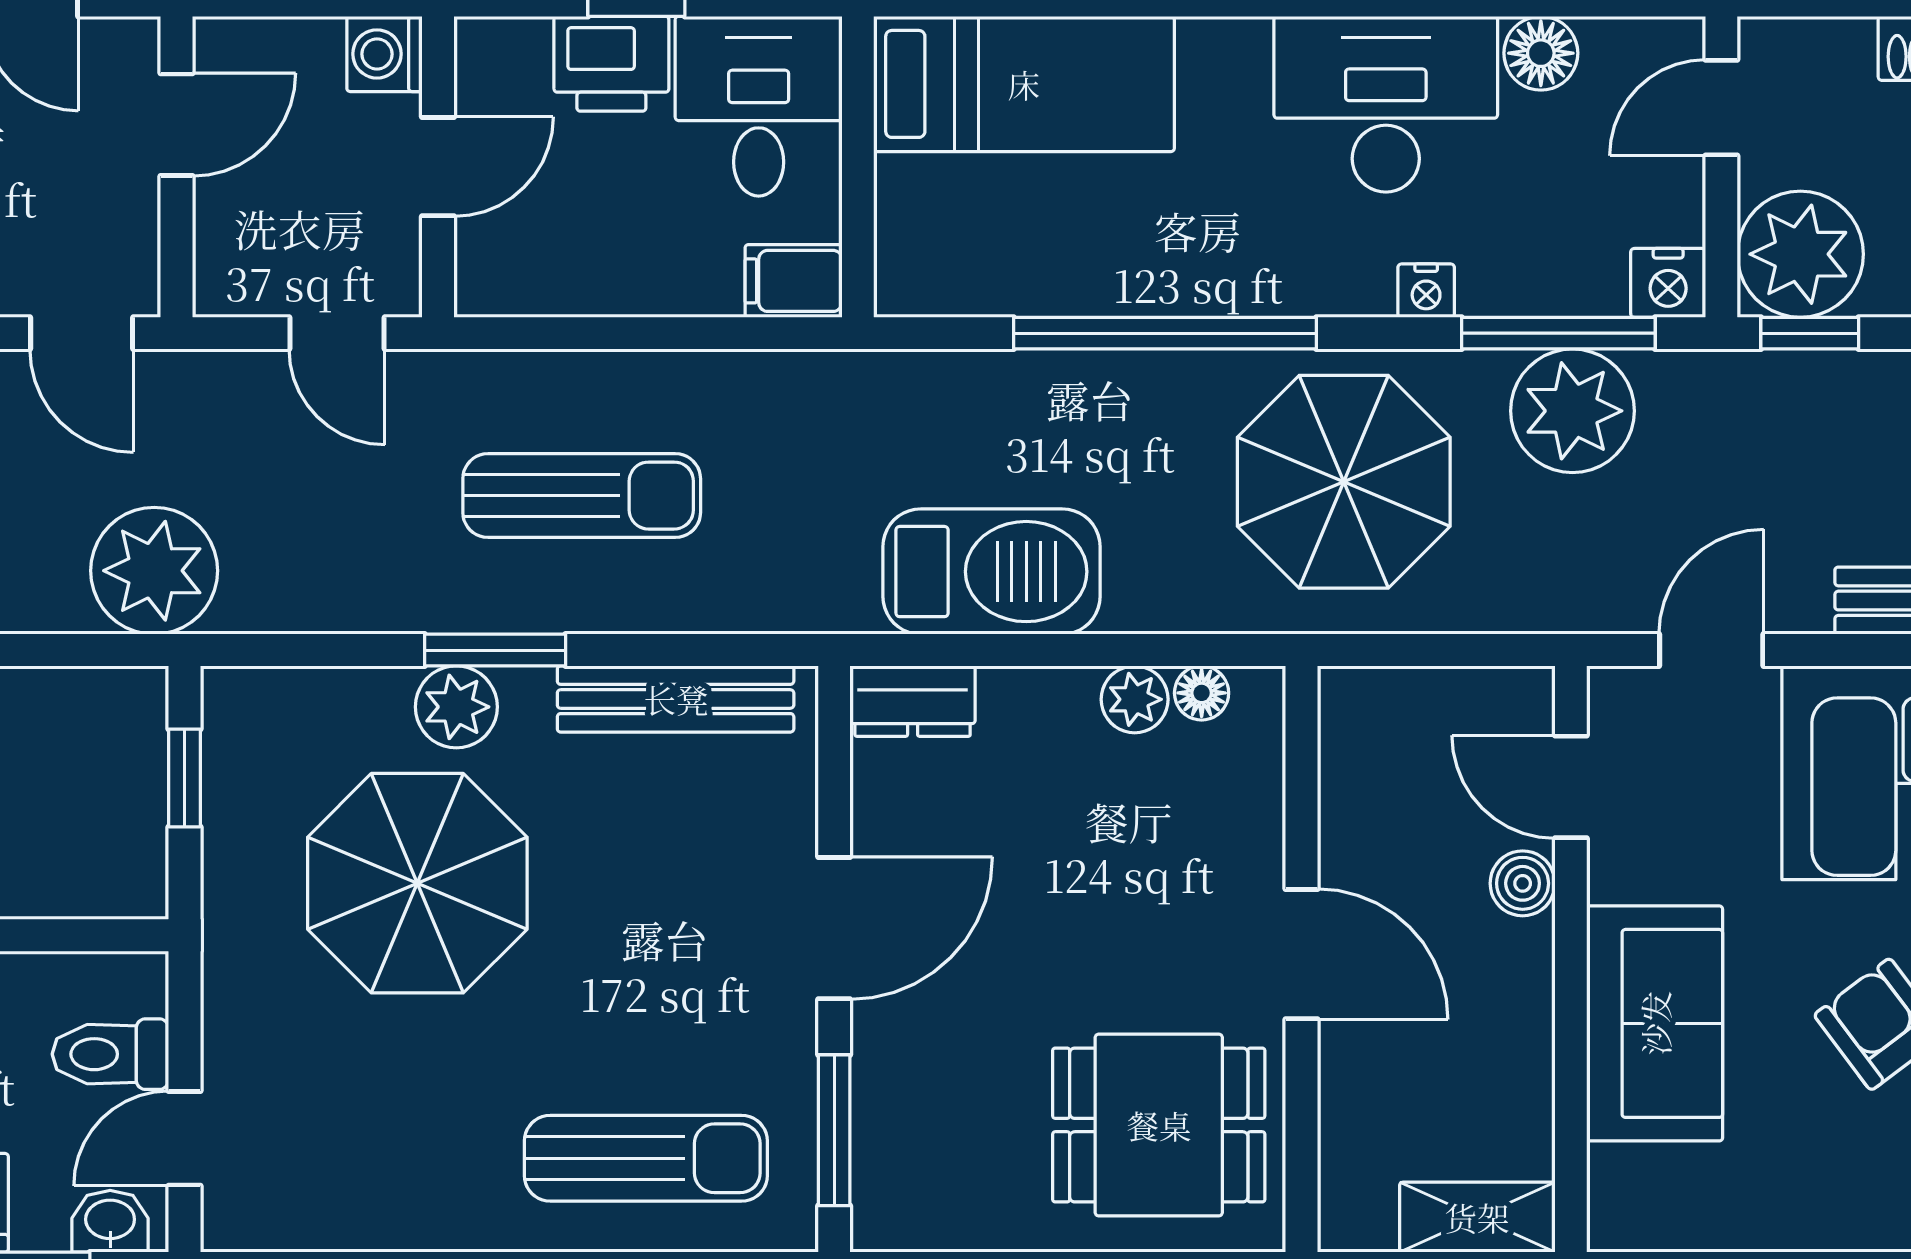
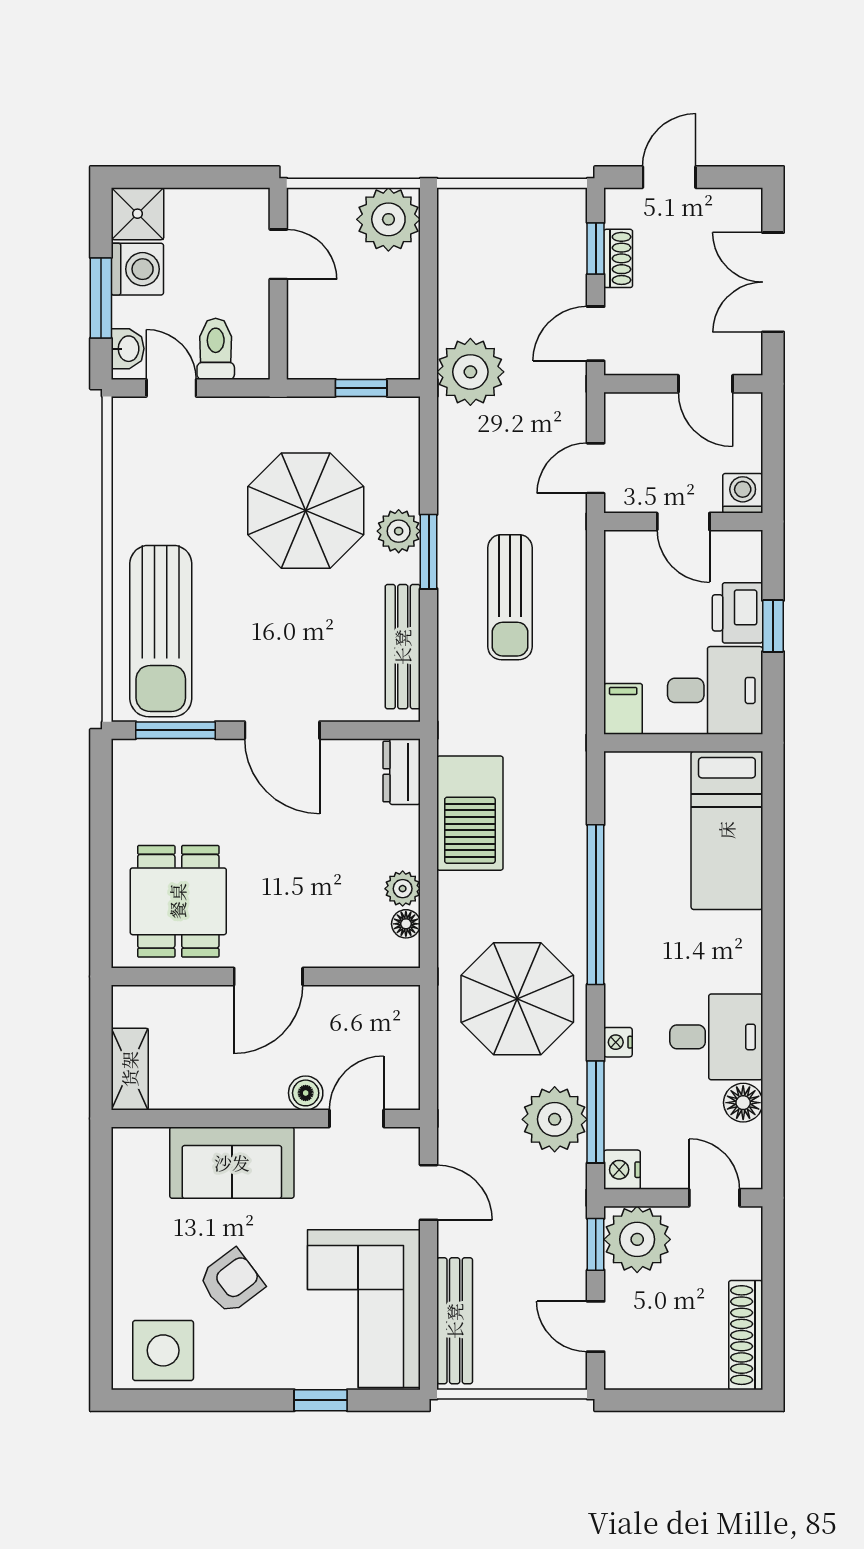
desk: (1386, 104) -> (716, 1037), width x0.73
sun lounger: (646, 1158) -> (161, 631), width x1.36, depth x1.34

